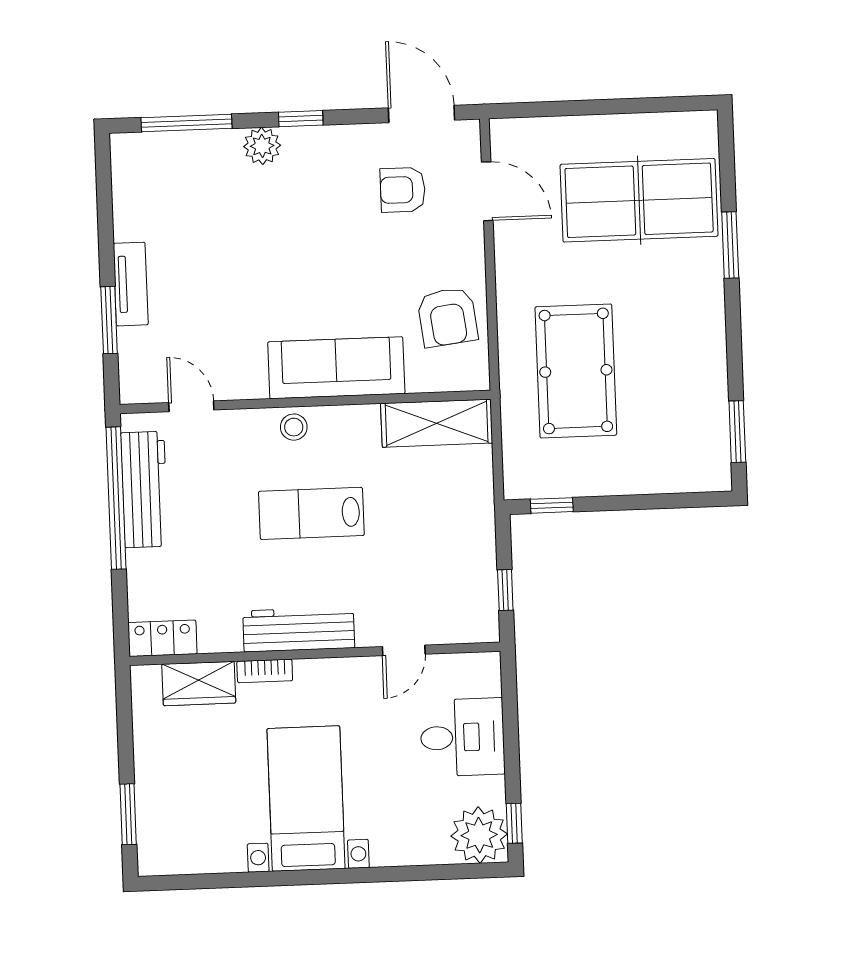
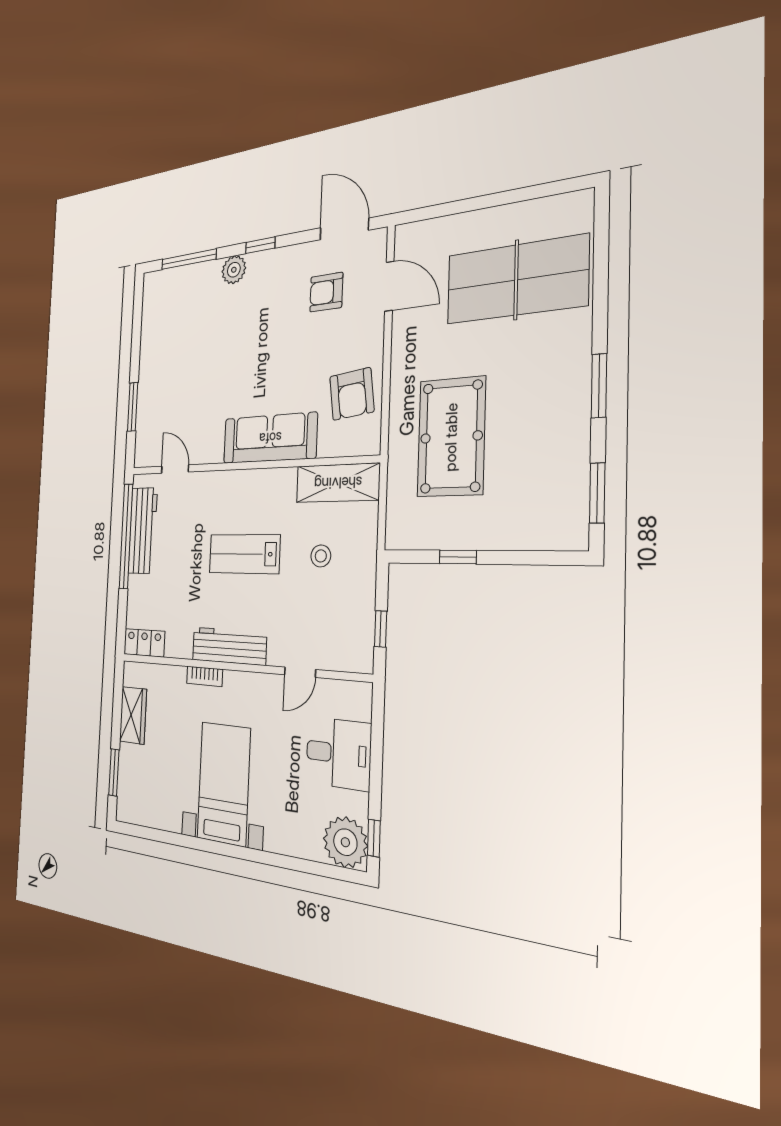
window: (730, 245) -> (599, 386), moved
tv unit: (131, 284) -> (147, 380), removed
stool: (294, 427) -> (321, 556), moved
window: (552, 505) -> (458, 557), moved
wardrobe: (199, 684) -> (133, 715), moved, turned -90

